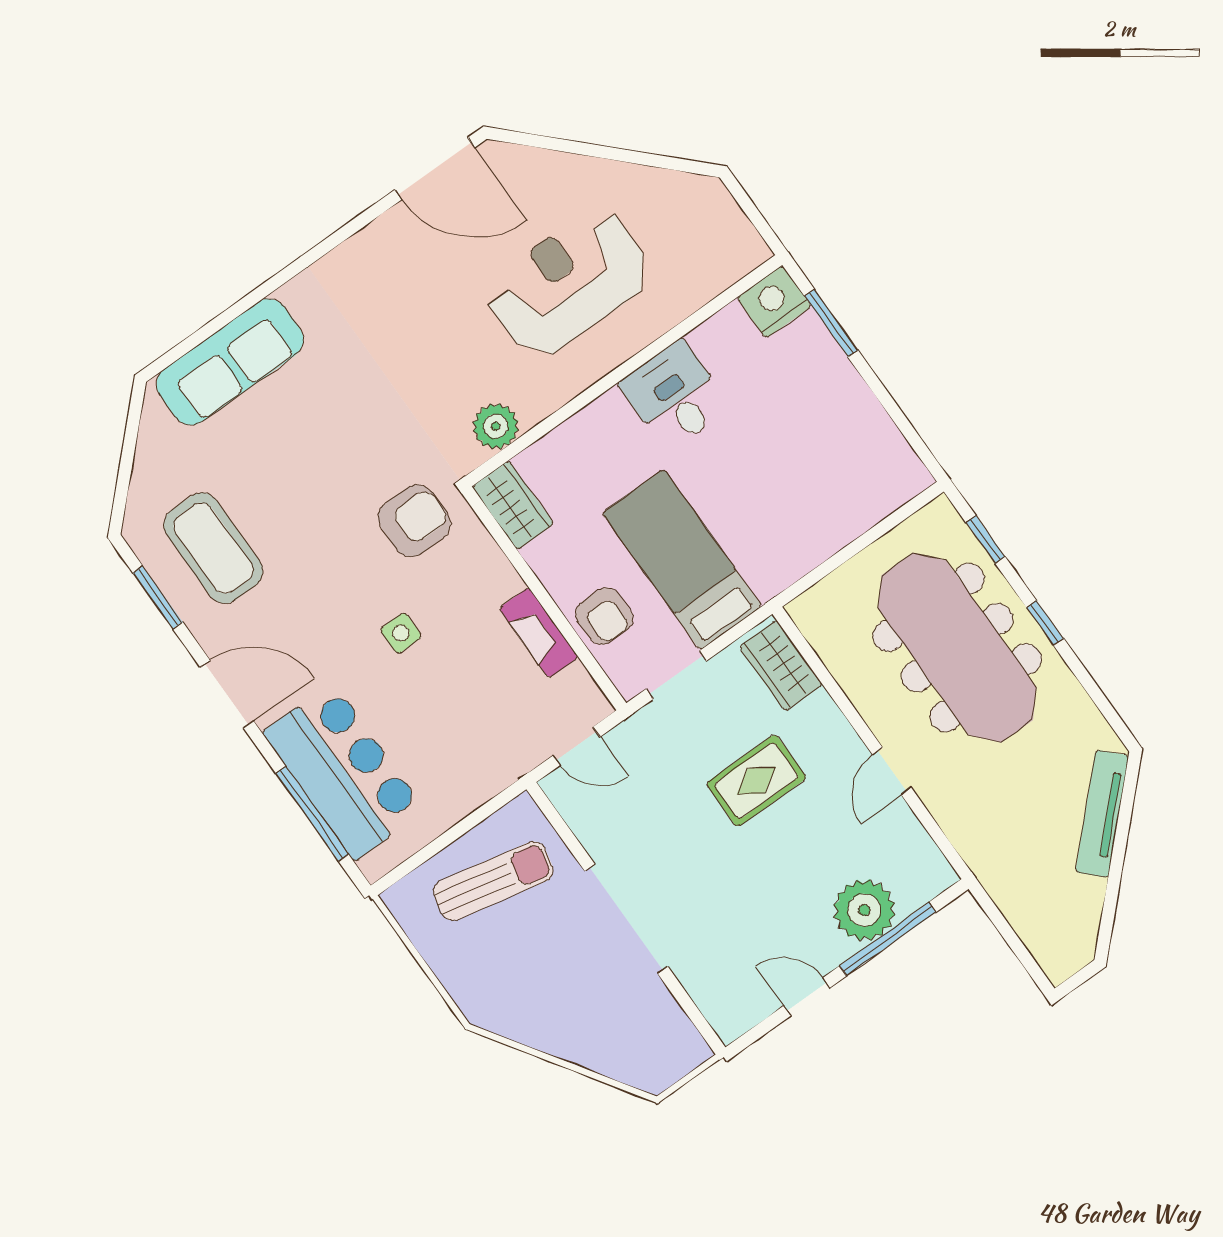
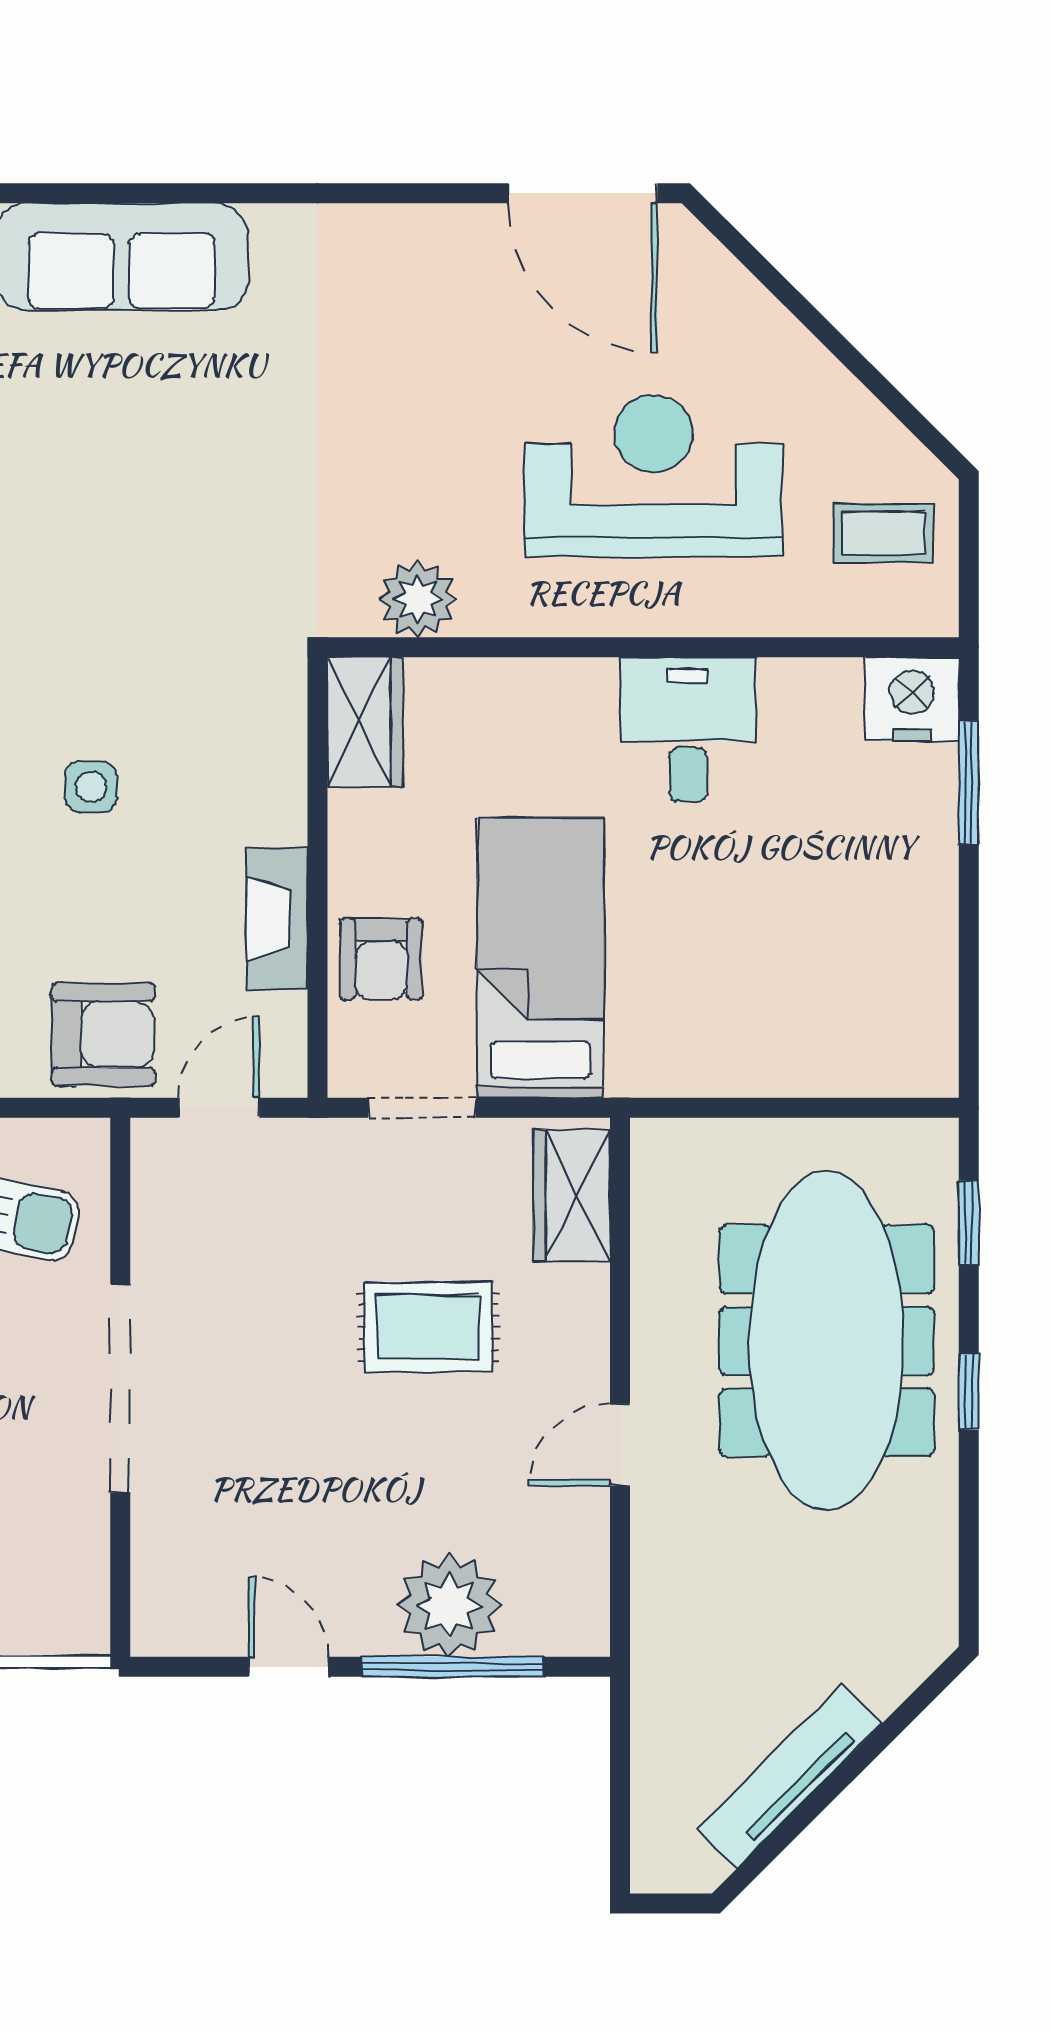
coffee table: (702, 230) -> (884, 533), added
armchair: (414, 521) -> (103, 1034), moved
door: (576, 746) -> (219, 1108), swing flipped
tv unit: (1102, 814) -> (790, 1776), moved

